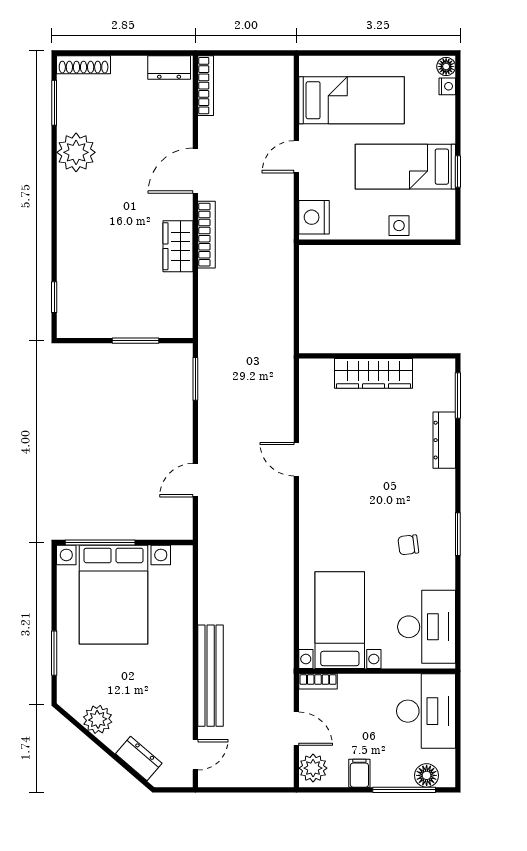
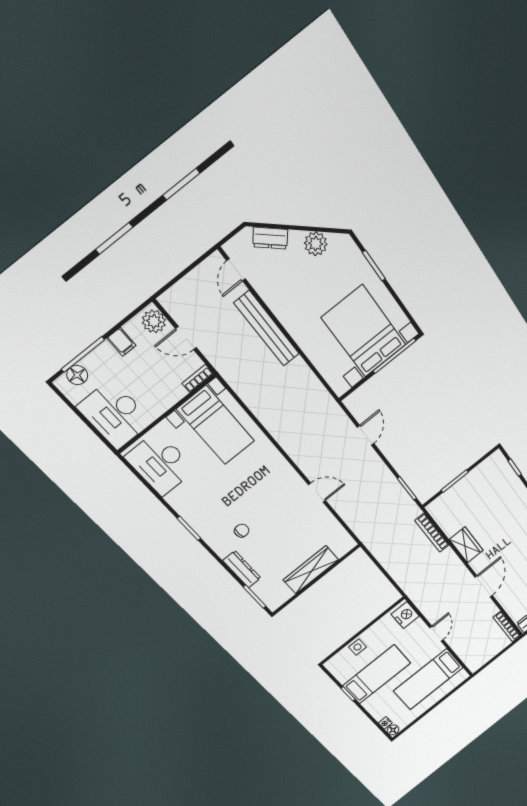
bookcase: (207, 235) -> (432, 533), moved
chair: (408, 545) -> (242, 531), moved

